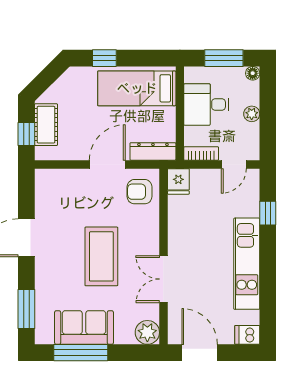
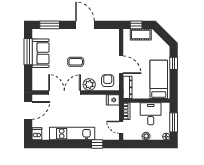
coffee table: (101, 256) -> (76, 62), width x0.54, depth x0.58
double door: (163, 279) -> (64, 92), width x1.37
plant: (147, 332) -> (89, 85), moved

